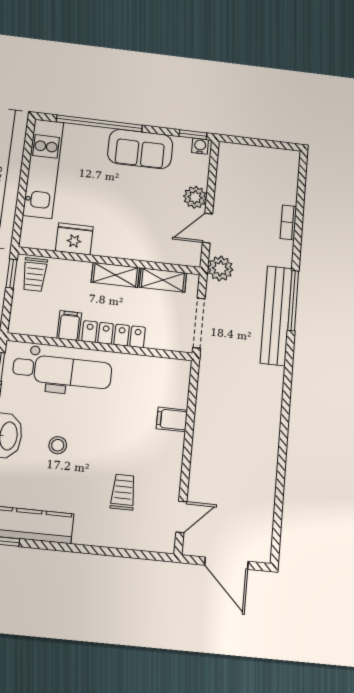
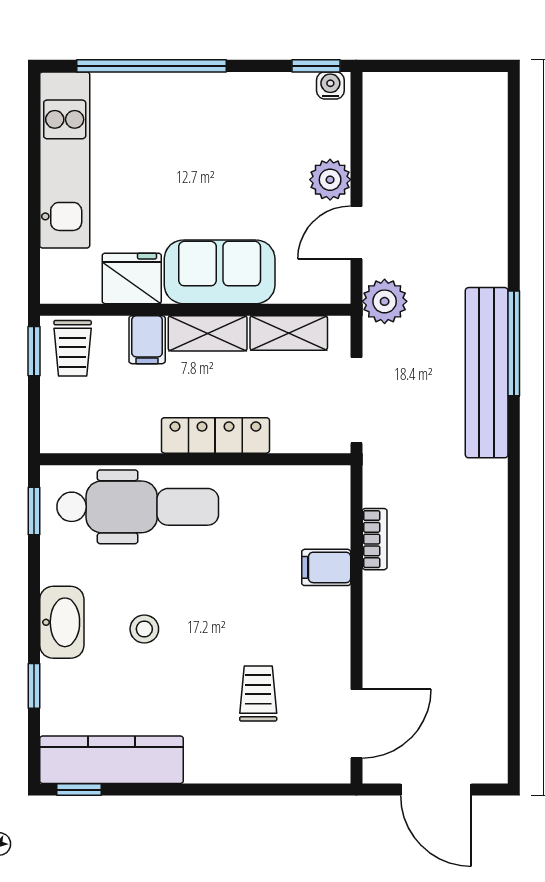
sofa: (140, 149) -> (220, 272), moved, turned 180
bookcase: (288, 222) -> (375, 539), moved, turned 180
filing cabinet: (69, 326) -> (147, 340), moved, turned 180
door: (181, 517) -> (356, 724), width x1.38

